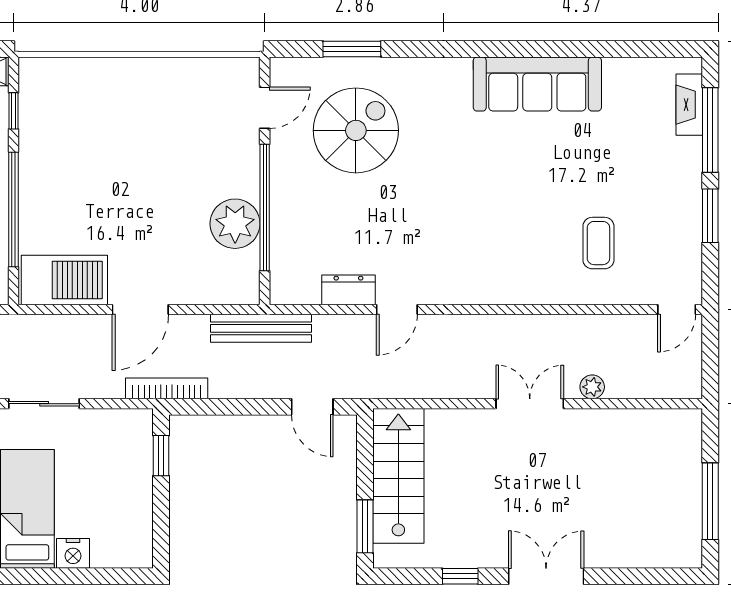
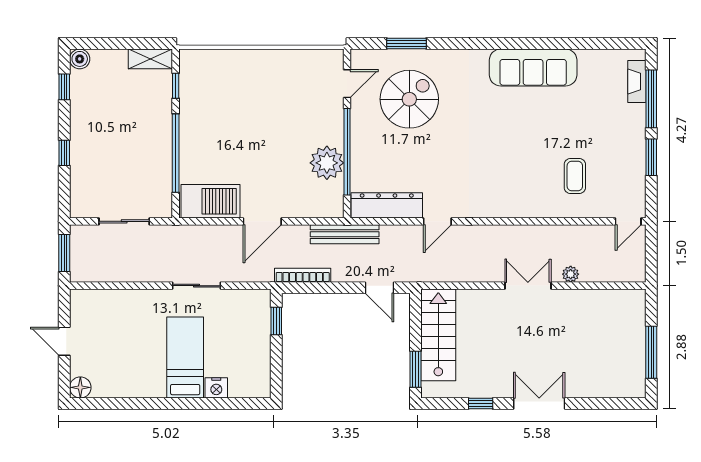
dresser: (348, 290) -> (387, 205), width x1.96, depth x1.24
bookcase: (167, 388) -> (303, 275), moved

